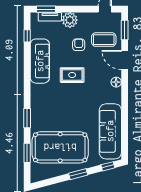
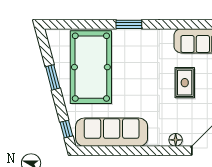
window: (27, 153) -> (84, 24), removed
window: (78, 174) -> (53, 77), moved

